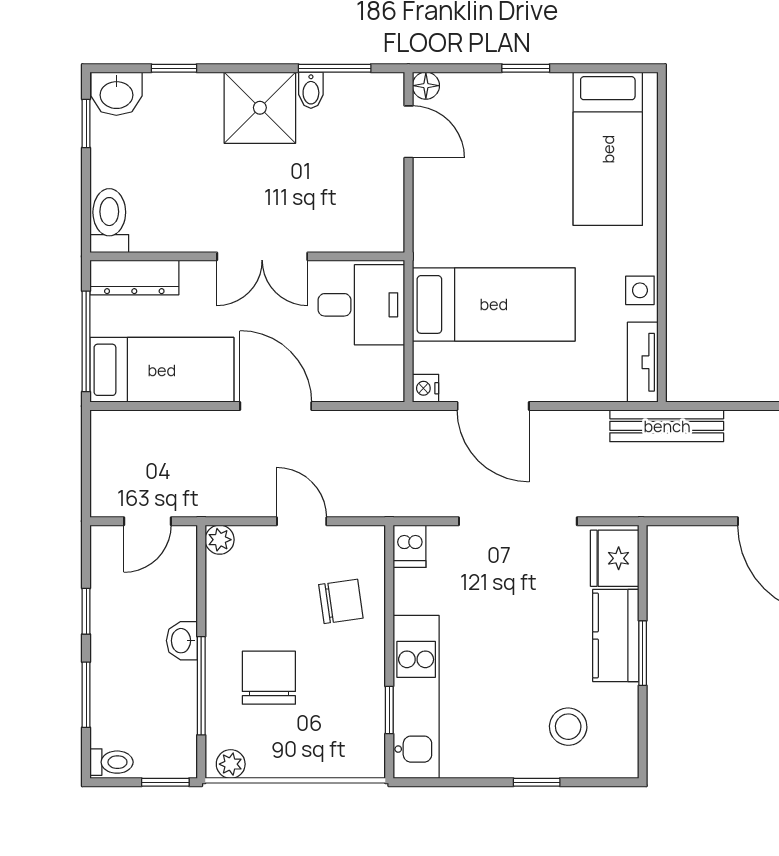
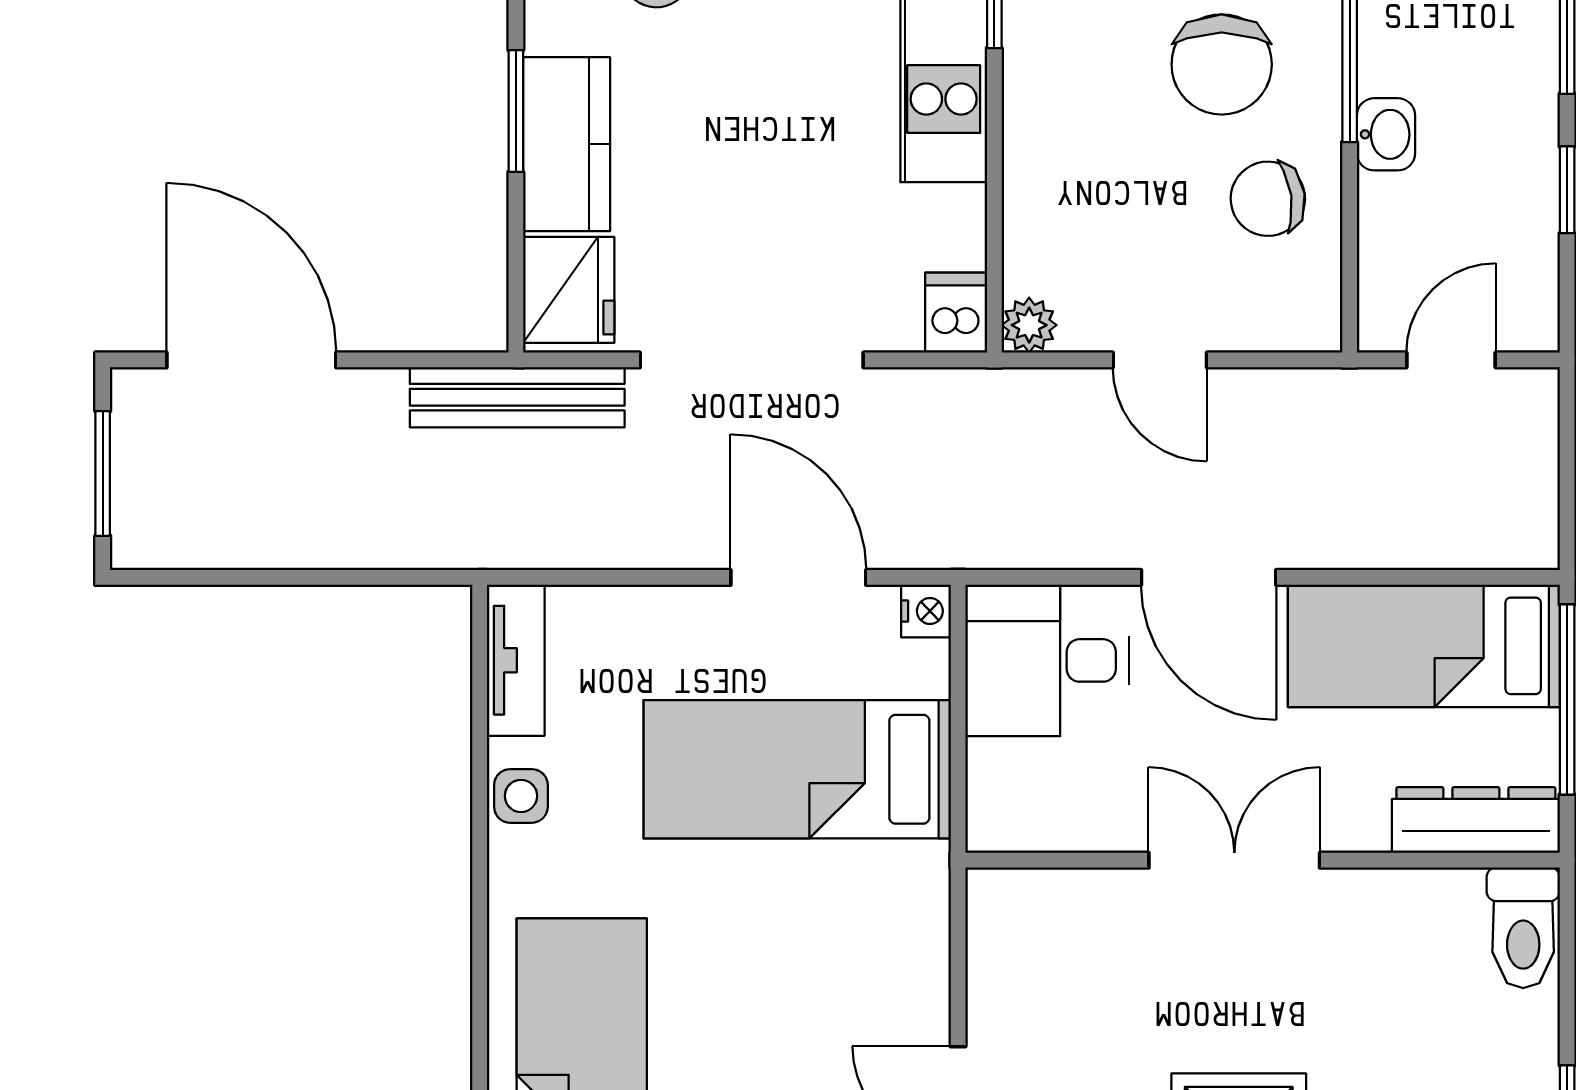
desk: (361, 305) -> (1047, 660), moved
bench: (667, 426) -> (517, 397), moved
plant: (220, 540) -> (1029, 325), moved
chair: (341, 601) -> (1268, 199), moved

